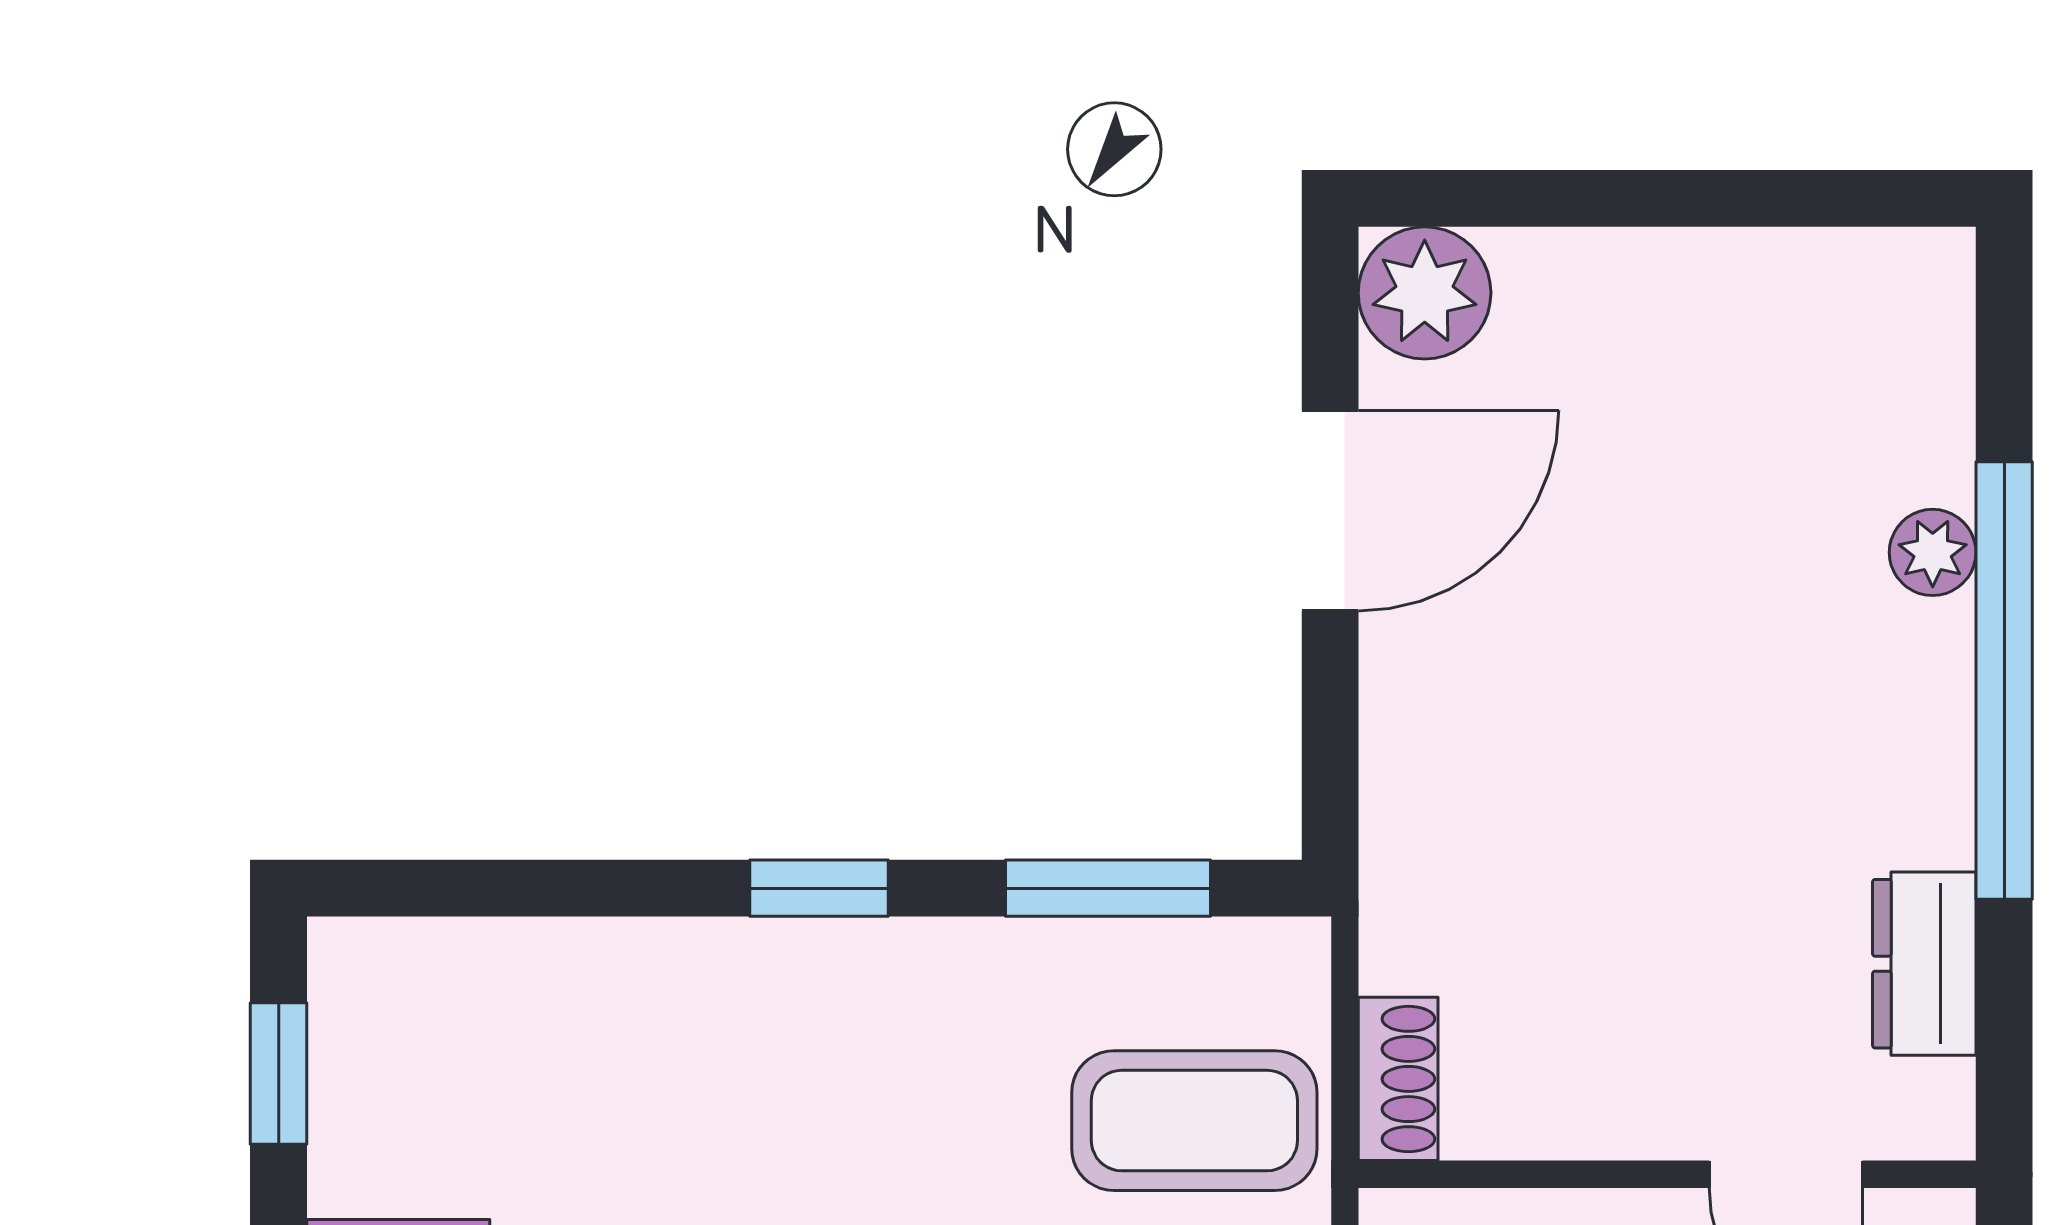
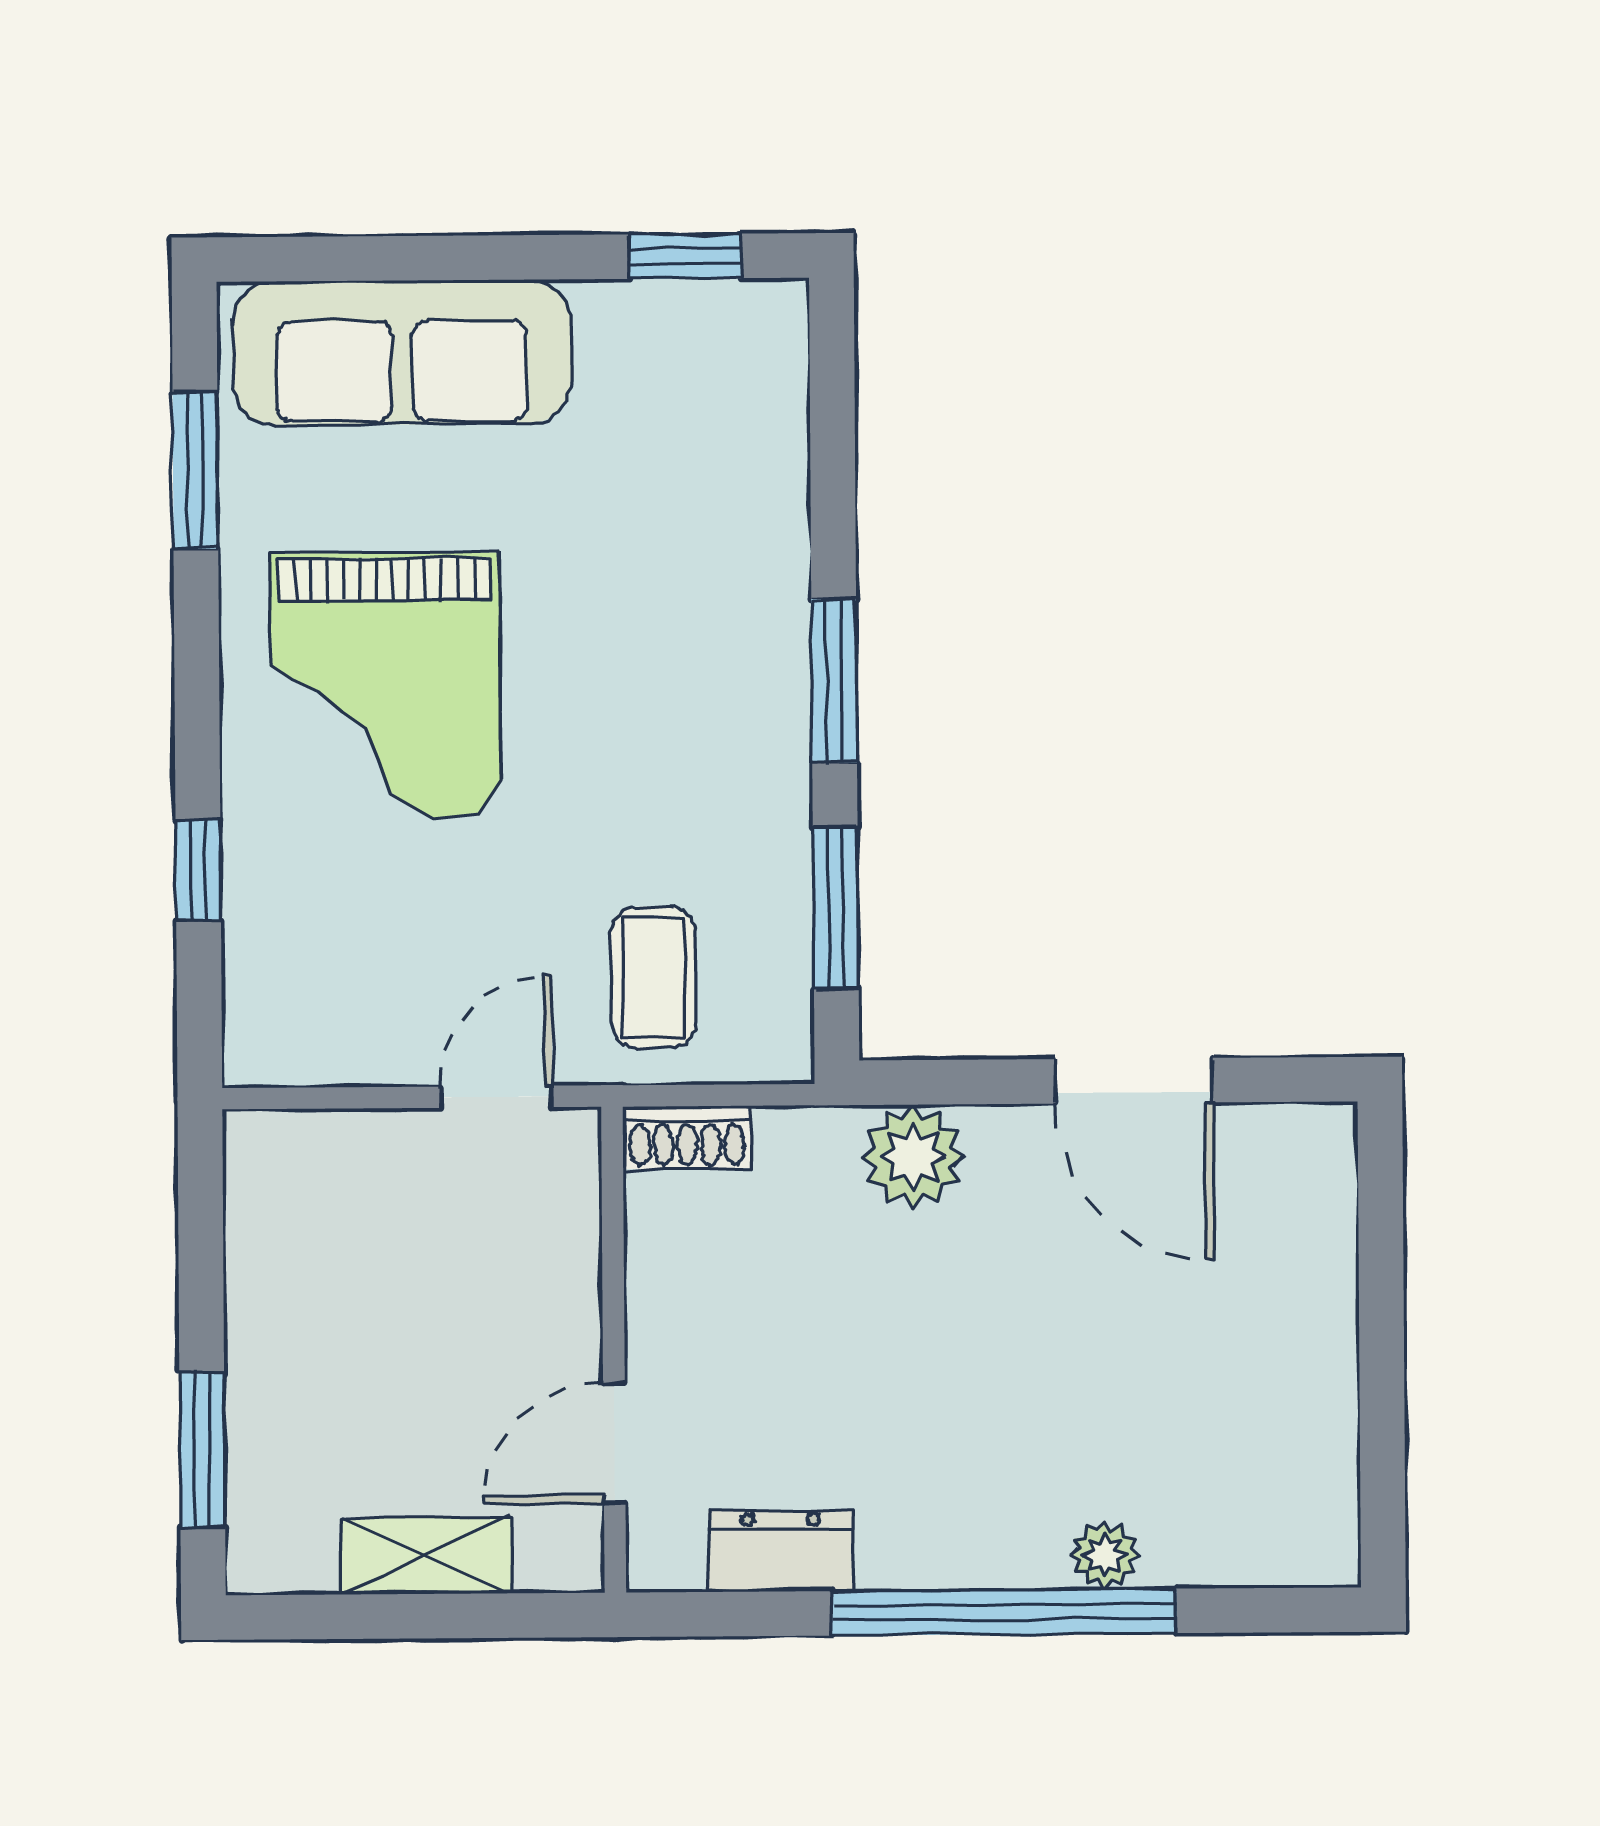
plant: (1425, 293) -> (913, 1157), moved
window: (819, 888) -> (834, 681), width x1.50
coffee table: (1194, 1121) -> (653, 977), width x0.73, depth x0.77

